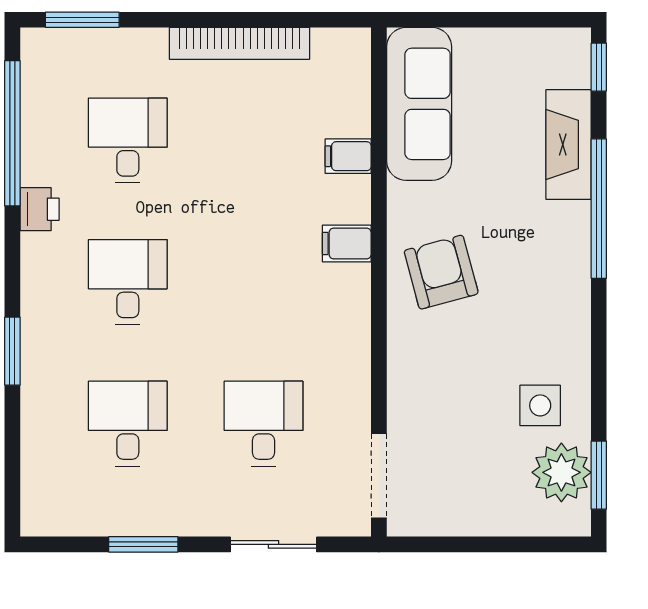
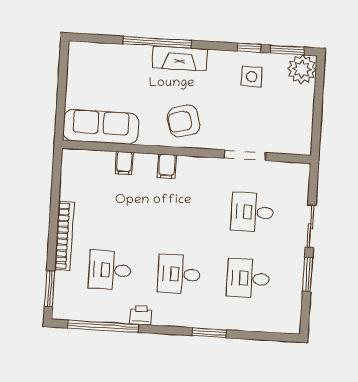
bookcase: (240, 43) -> (64, 236), moved
window: (599, 67) -> (249, 48), moved
fireplace: (568, 144) -> (180, 58), moved
plant: (561, 472) -> (302, 69), moved
doorway: (379, 476) -> (245, 155), moved
sliding door: (273, 544) -> (311, 226), moved

